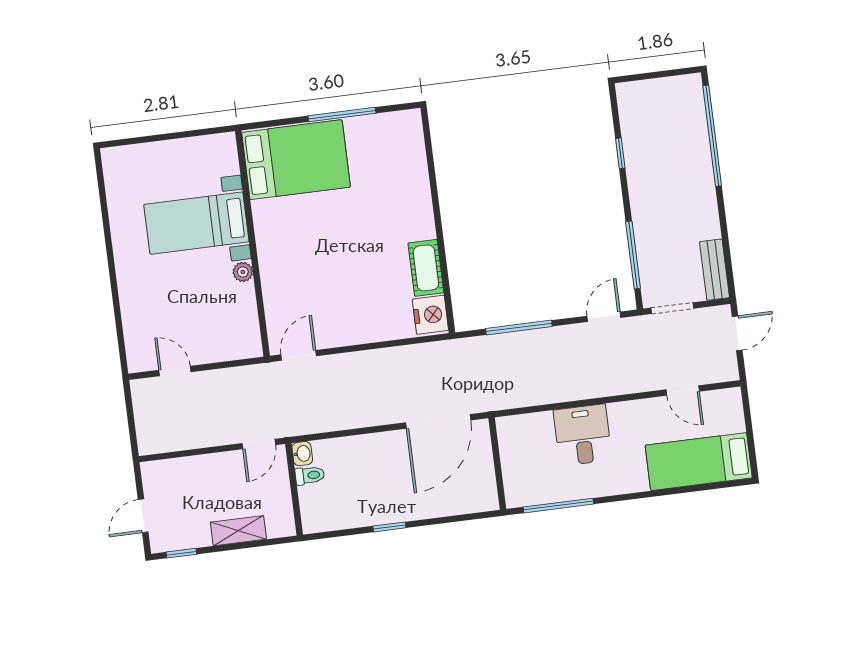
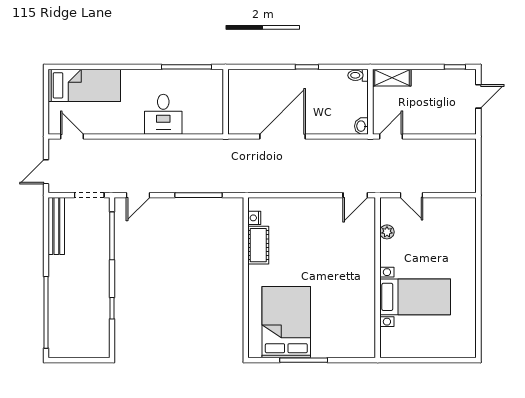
bed: (296, 160) -> (286, 322), moved, turned 90
bench: (714, 270) -> (56, 226), width x1.36
plant: (243, 272) -> (387, 232), moved
nightstand: (430, 315) -> (254, 218), width x0.53, depth x0.56
door: (175, 371) -> (411, 195), moved
door: (683, 391) -> (72, 137), moved
door: (438, 421) -> (283, 137), moved
toilet: (310, 475) -> (358, 75), moved
shelving: (238, 531) -> (392, 78), moved

